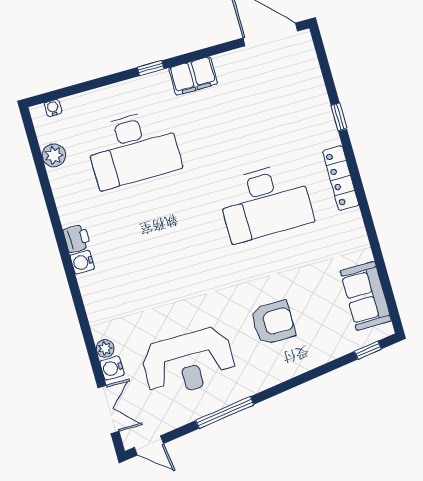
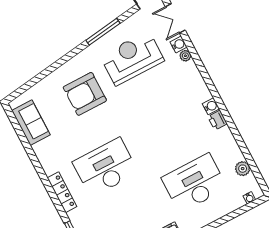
armchair: (273, 323) -> (85, 94), width x1.36, depth x1.36
window: (368, 350) -> (22, 89), removed

